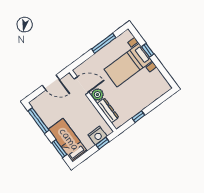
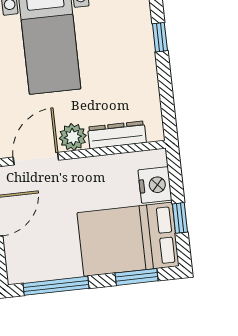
window: (138, 117) -> (160, 37), moved
bed: (68, 140) -> (128, 239), width x1.50
window: (102, 143) -> (180, 218), moved

